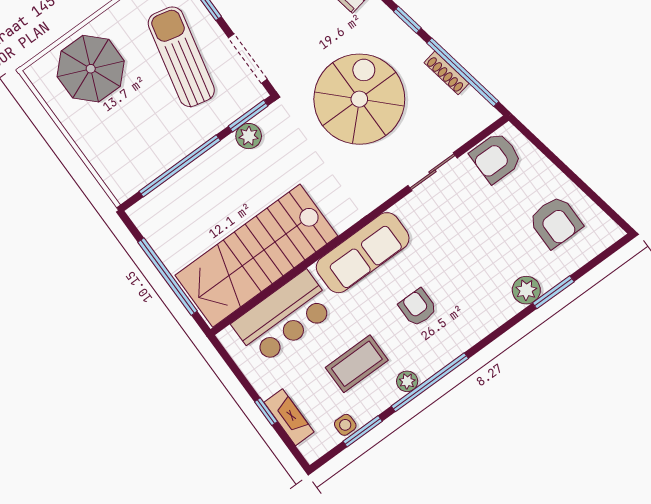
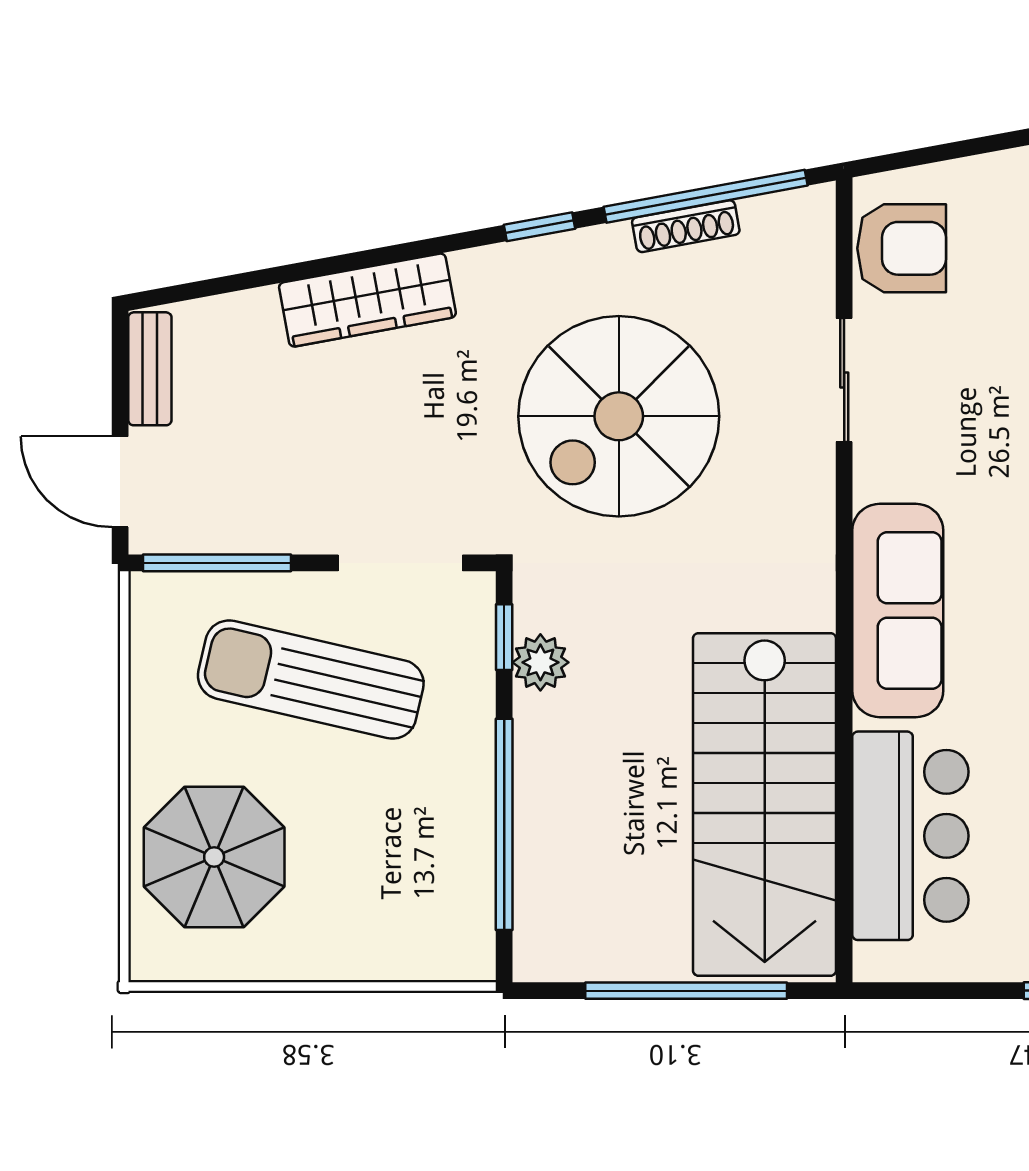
spiral stairs: (359, 99) -> (619, 416), turned -90
window: (248, 116) -> (504, 637), width x0.67
armchair: (496, 158) -> (902, 248), turned -90

